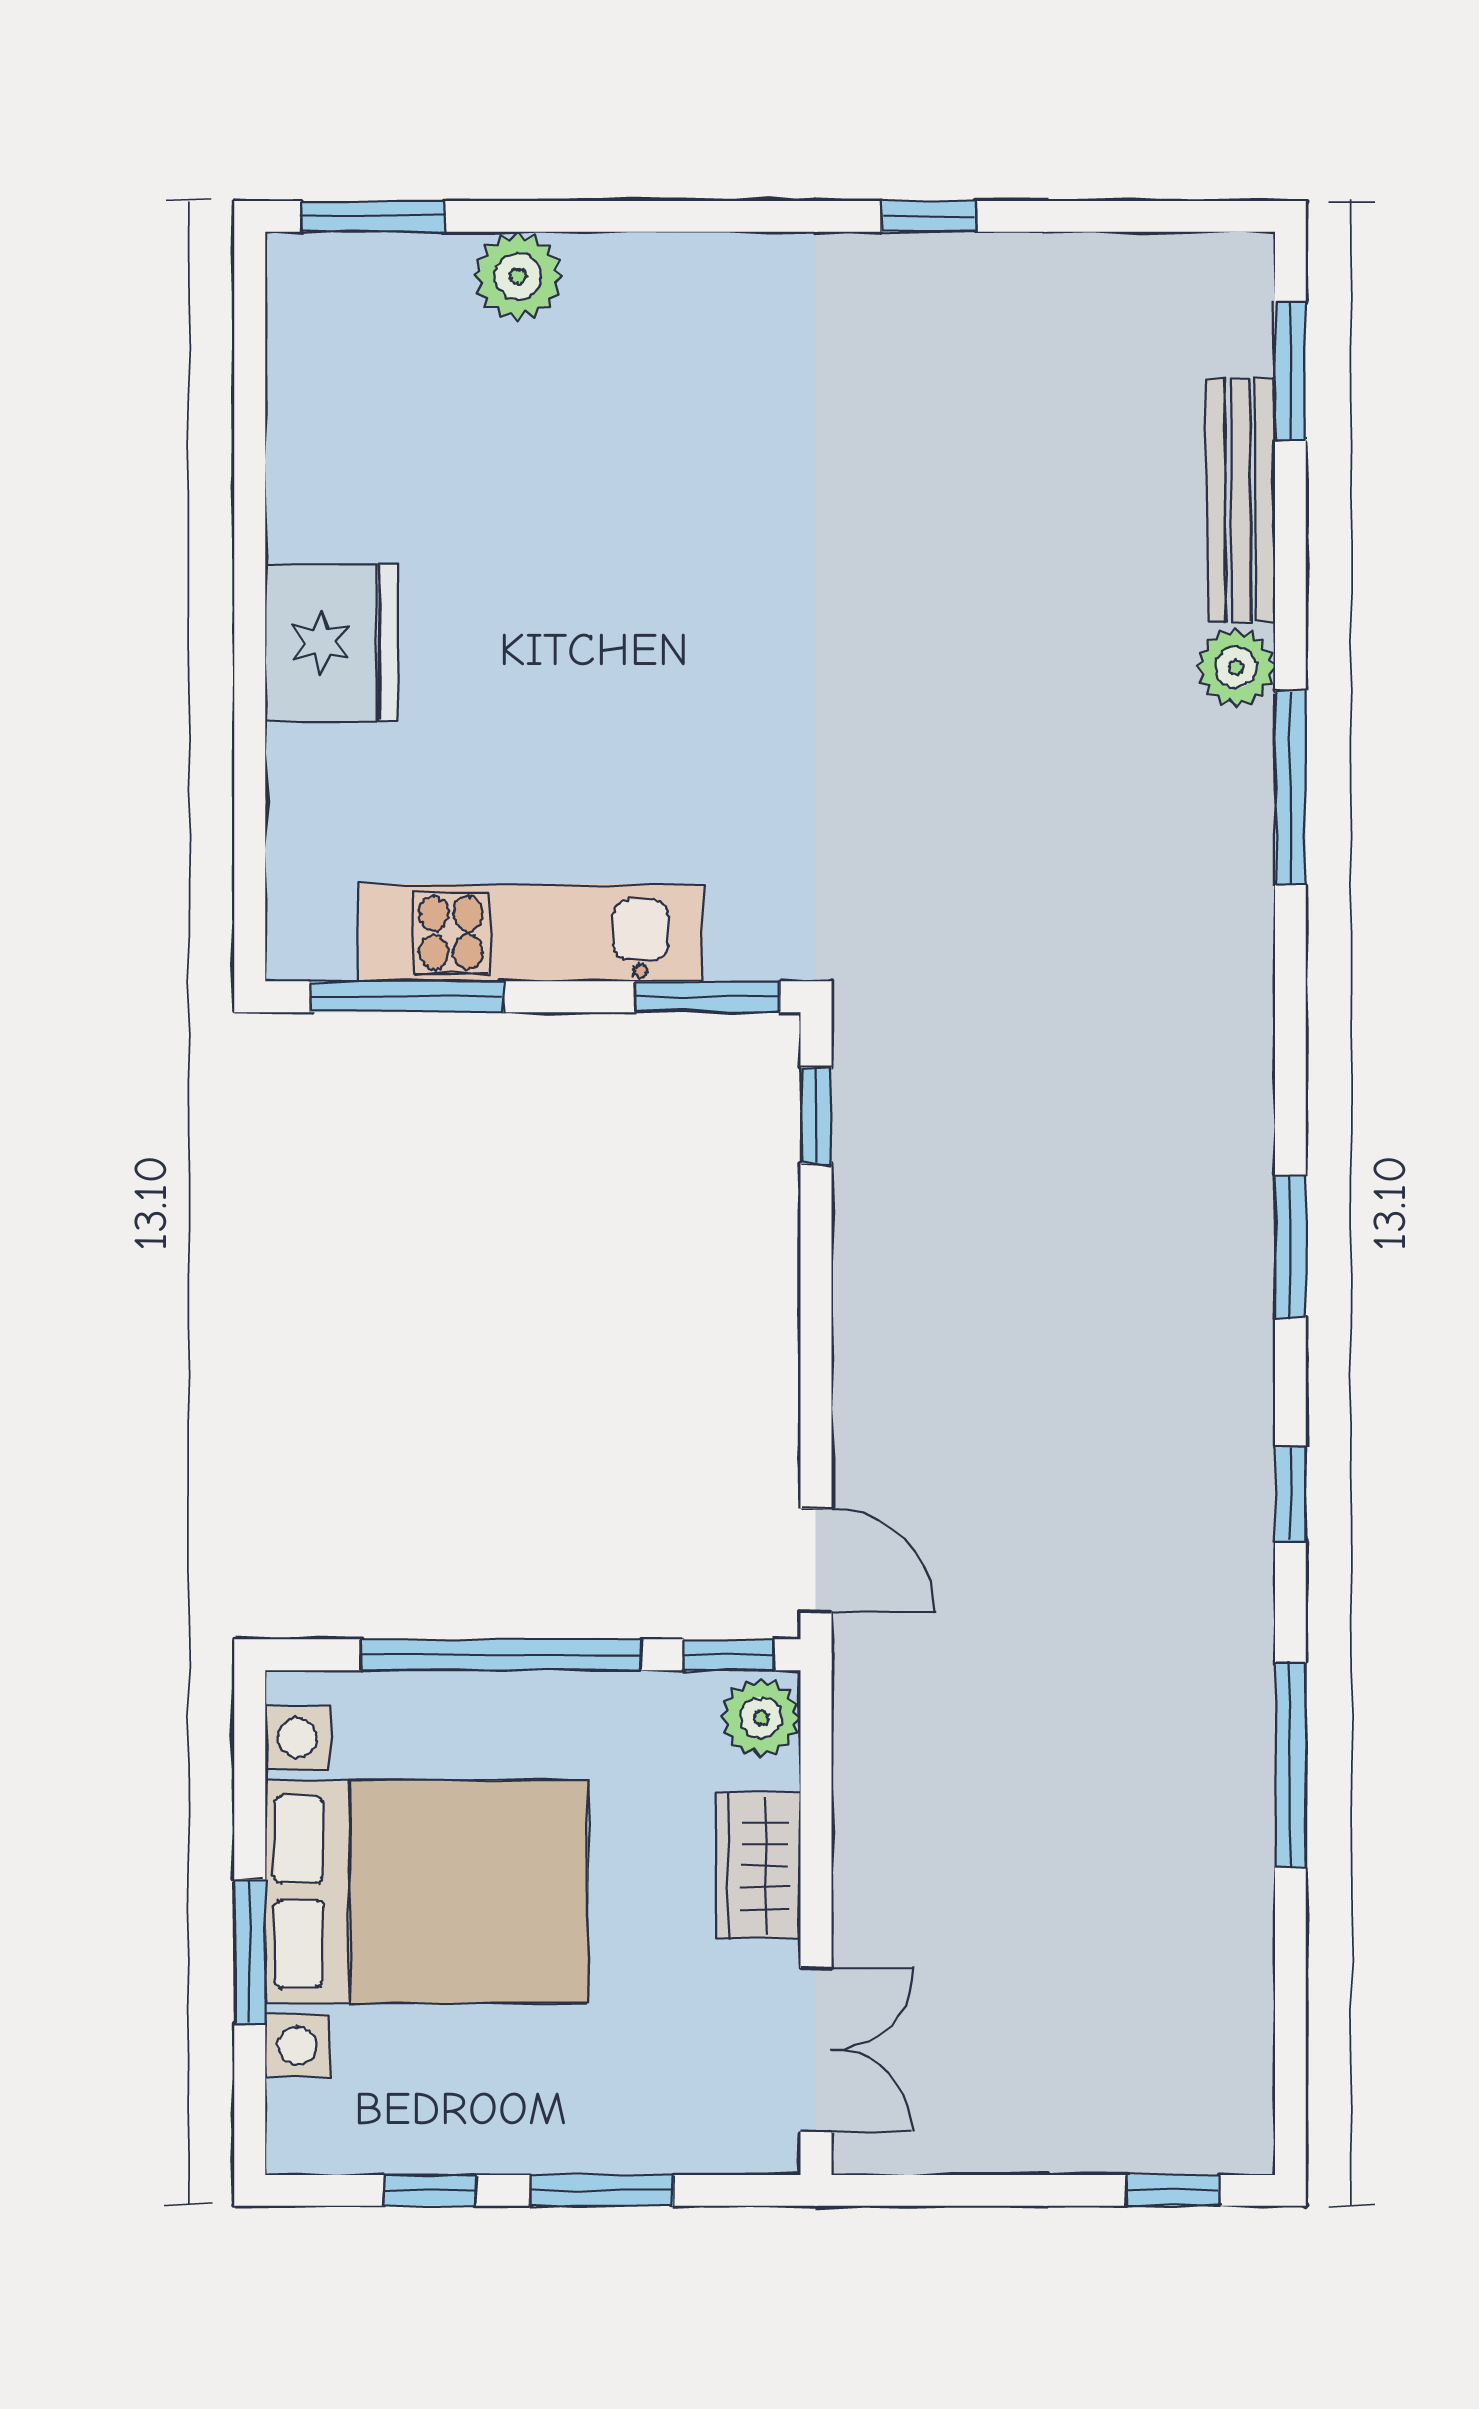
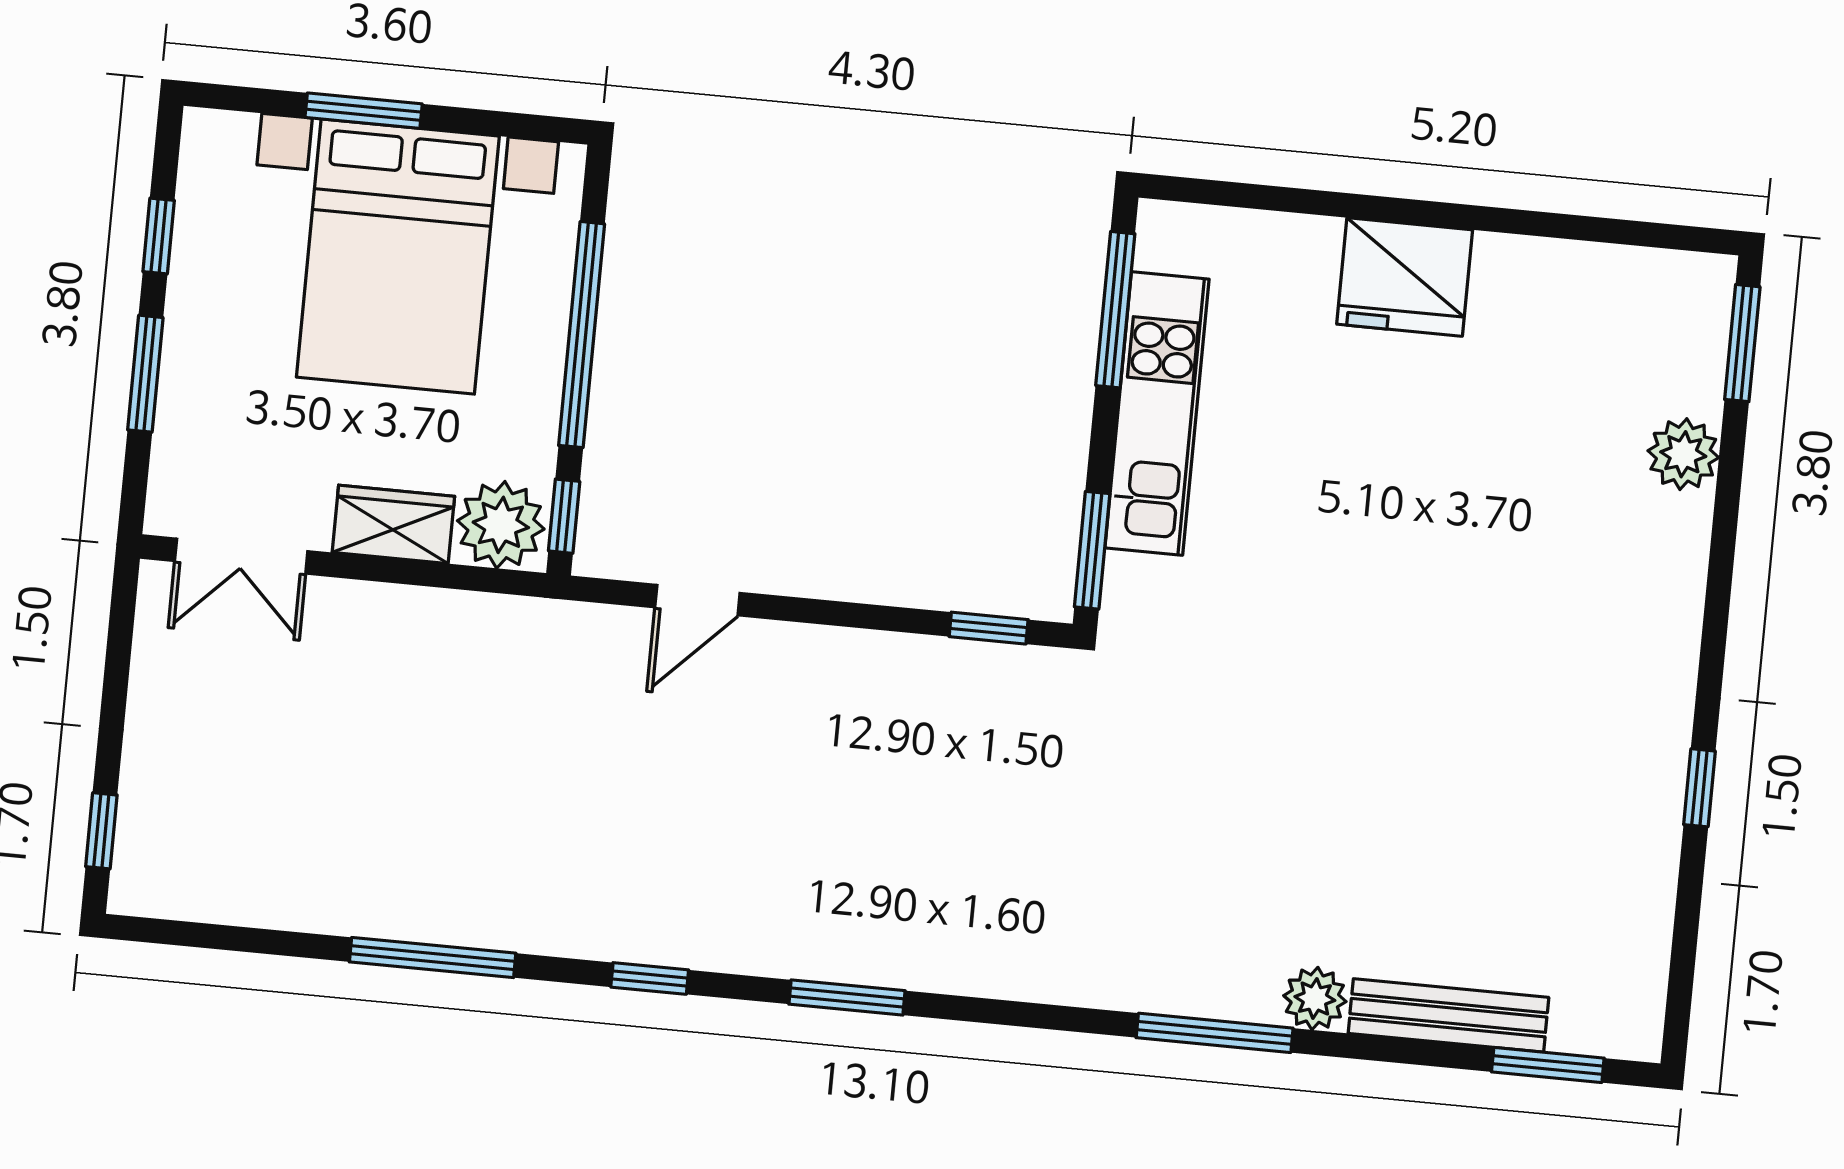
door: (816, 1560) -> (697, 600), moved
plant: (761, 1718) -> (501, 525), width x1.36, depth x1.36

